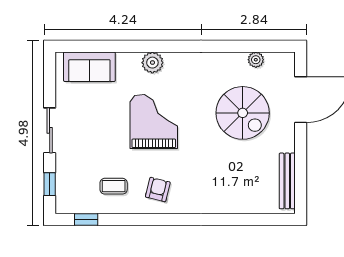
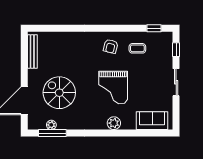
window: (254, 46) -> (52, 133), added

